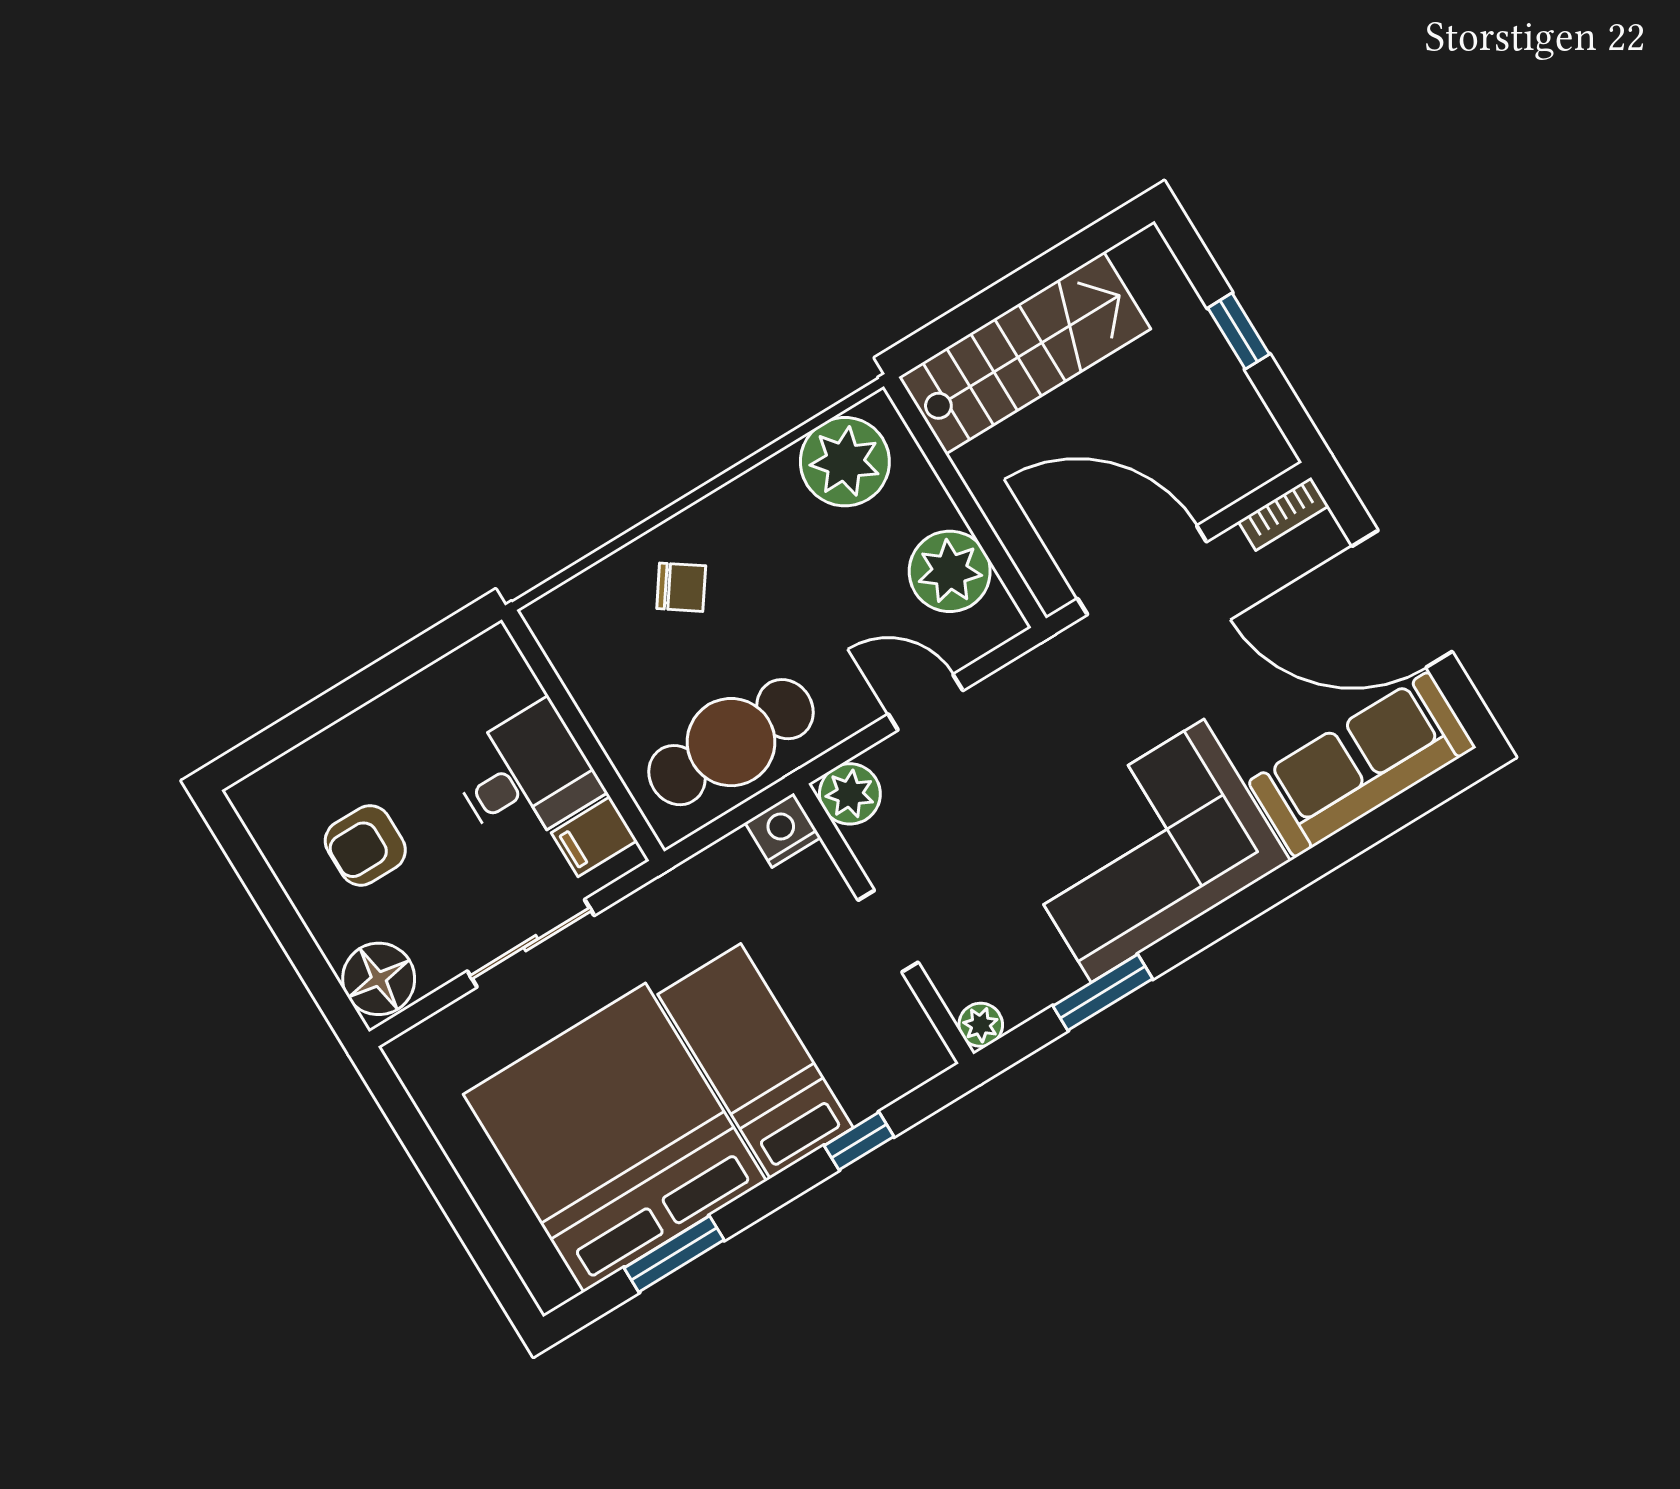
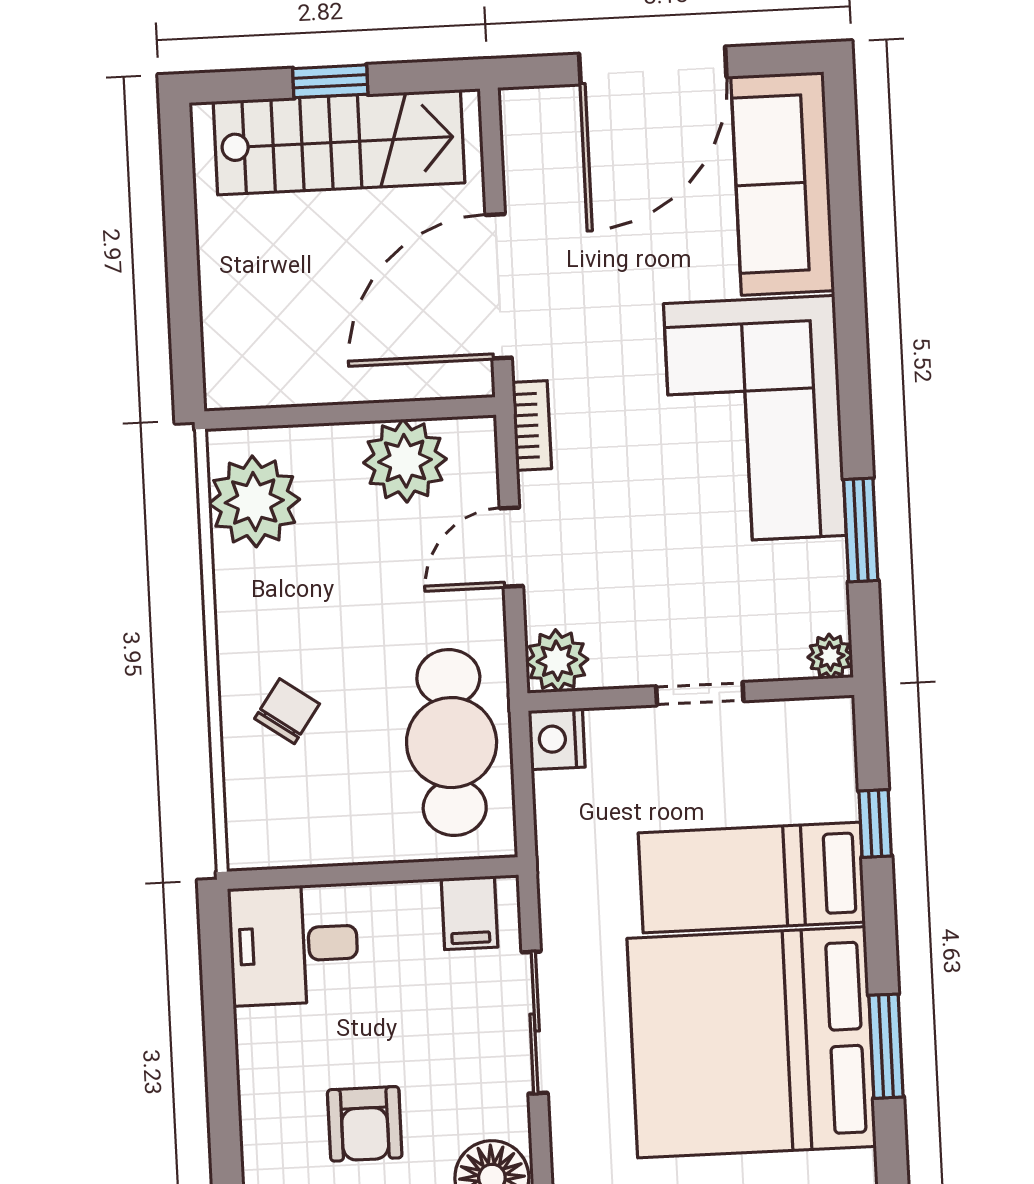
stairs: (1025, 353) -> (339, 142), moved, turned 90
bookcase: (1283, 514) -> (532, 425), moved
desk: (525, 776) -> (294, 945), moved, turned -90

